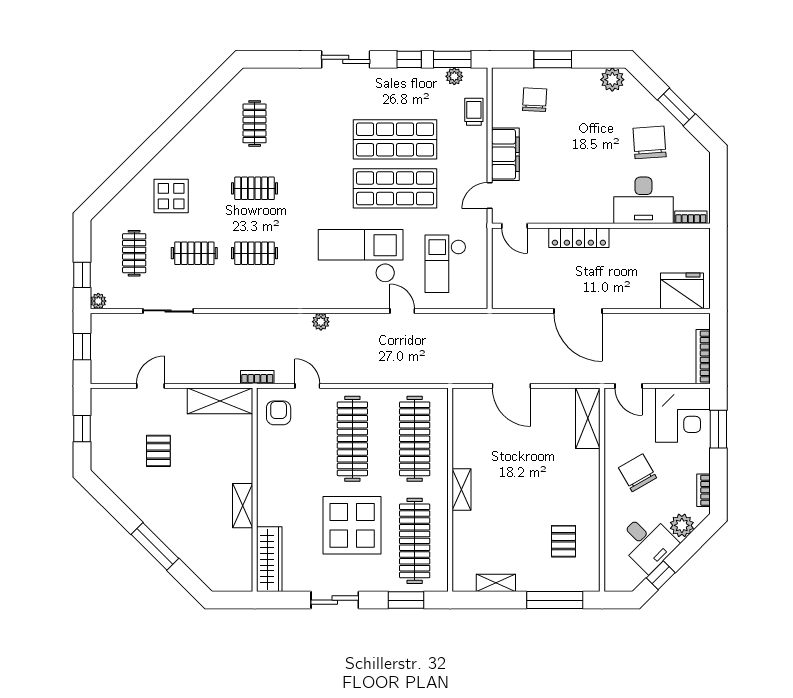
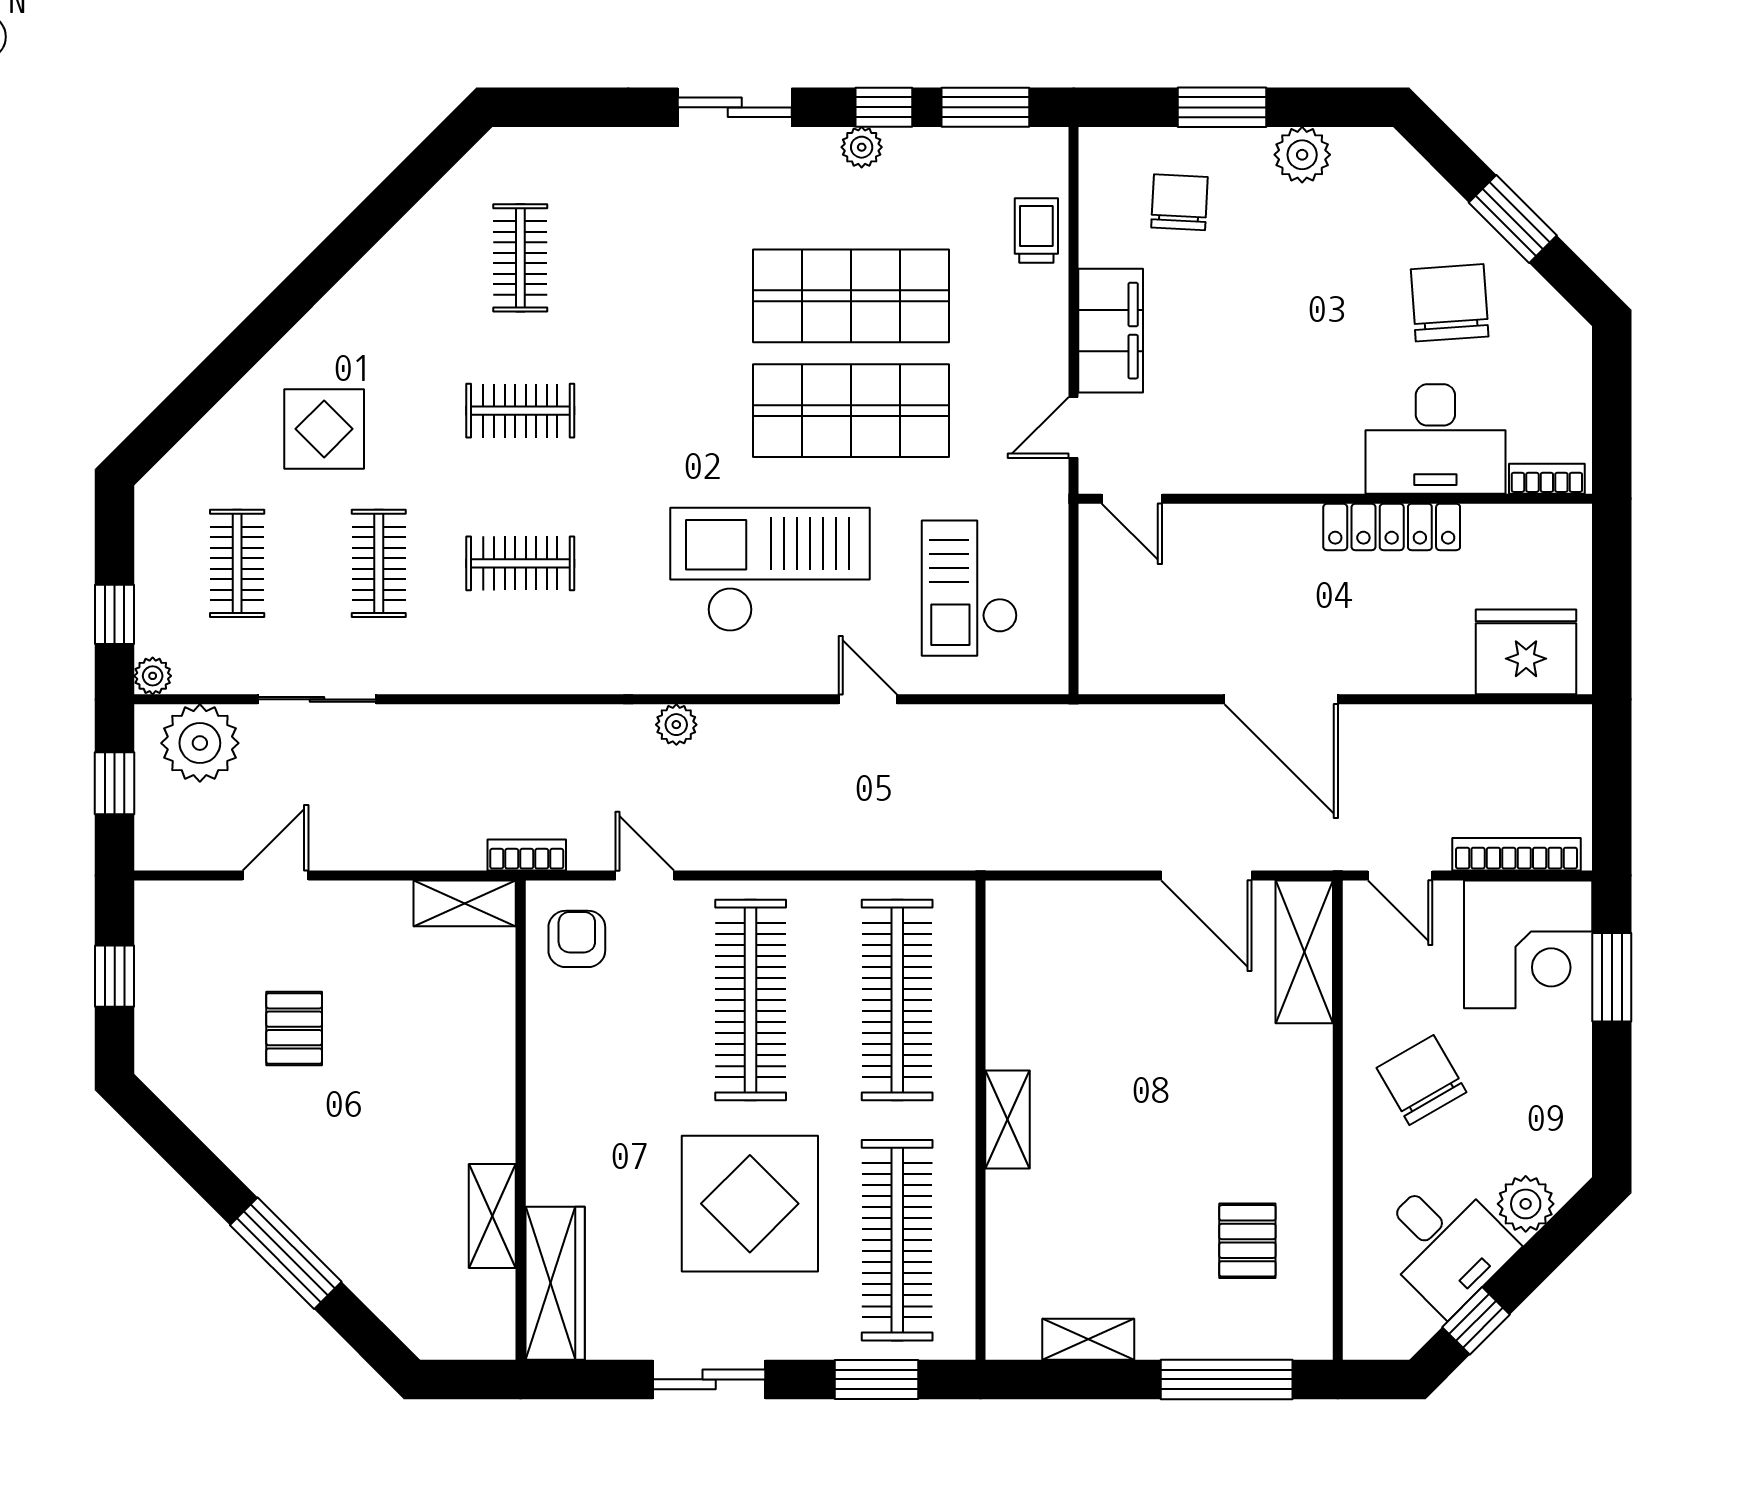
plant: (454, 76) -> (862, 147), moved
plant: (612, 80) -> (1302, 155), moved
locker: (579, 238) -> (1392, 527), moved
clothes rail: (194, 253) -> (379, 563), turned 90
plant: (118, 330) -> (200, 743), added
bookcase: (703, 357) -> (1517, 854), moved, turned 90
door: (511, 386) -> (1206, 875), moved
shelving: (220, 401) -> (465, 903), width x0.67, depth x0.75
bookcase: (704, 490) -> (1577, 1121), removed
shelving: (243, 506) -> (492, 1216), moved

